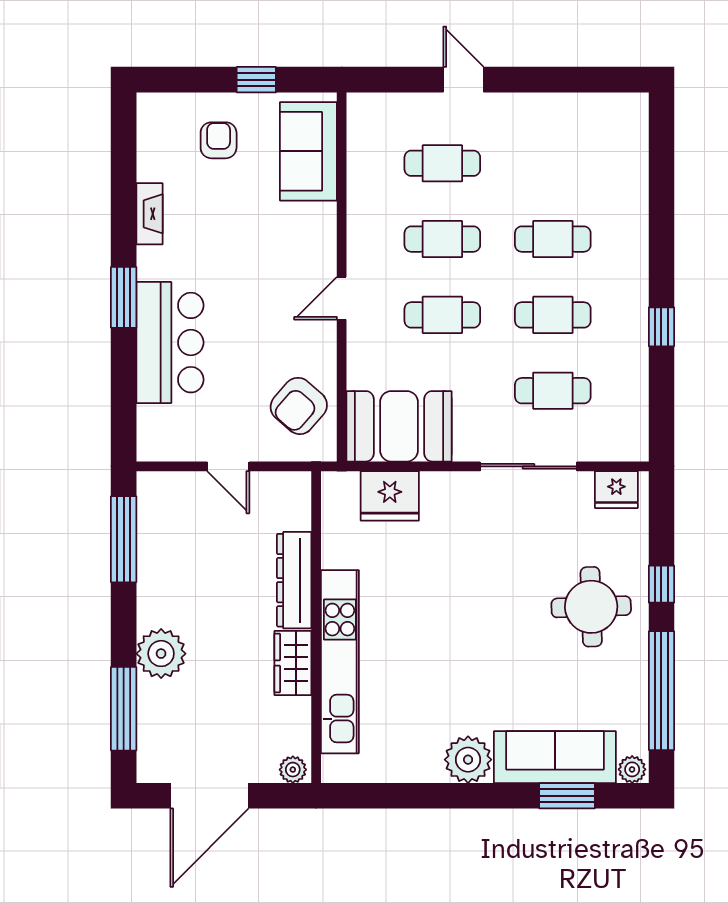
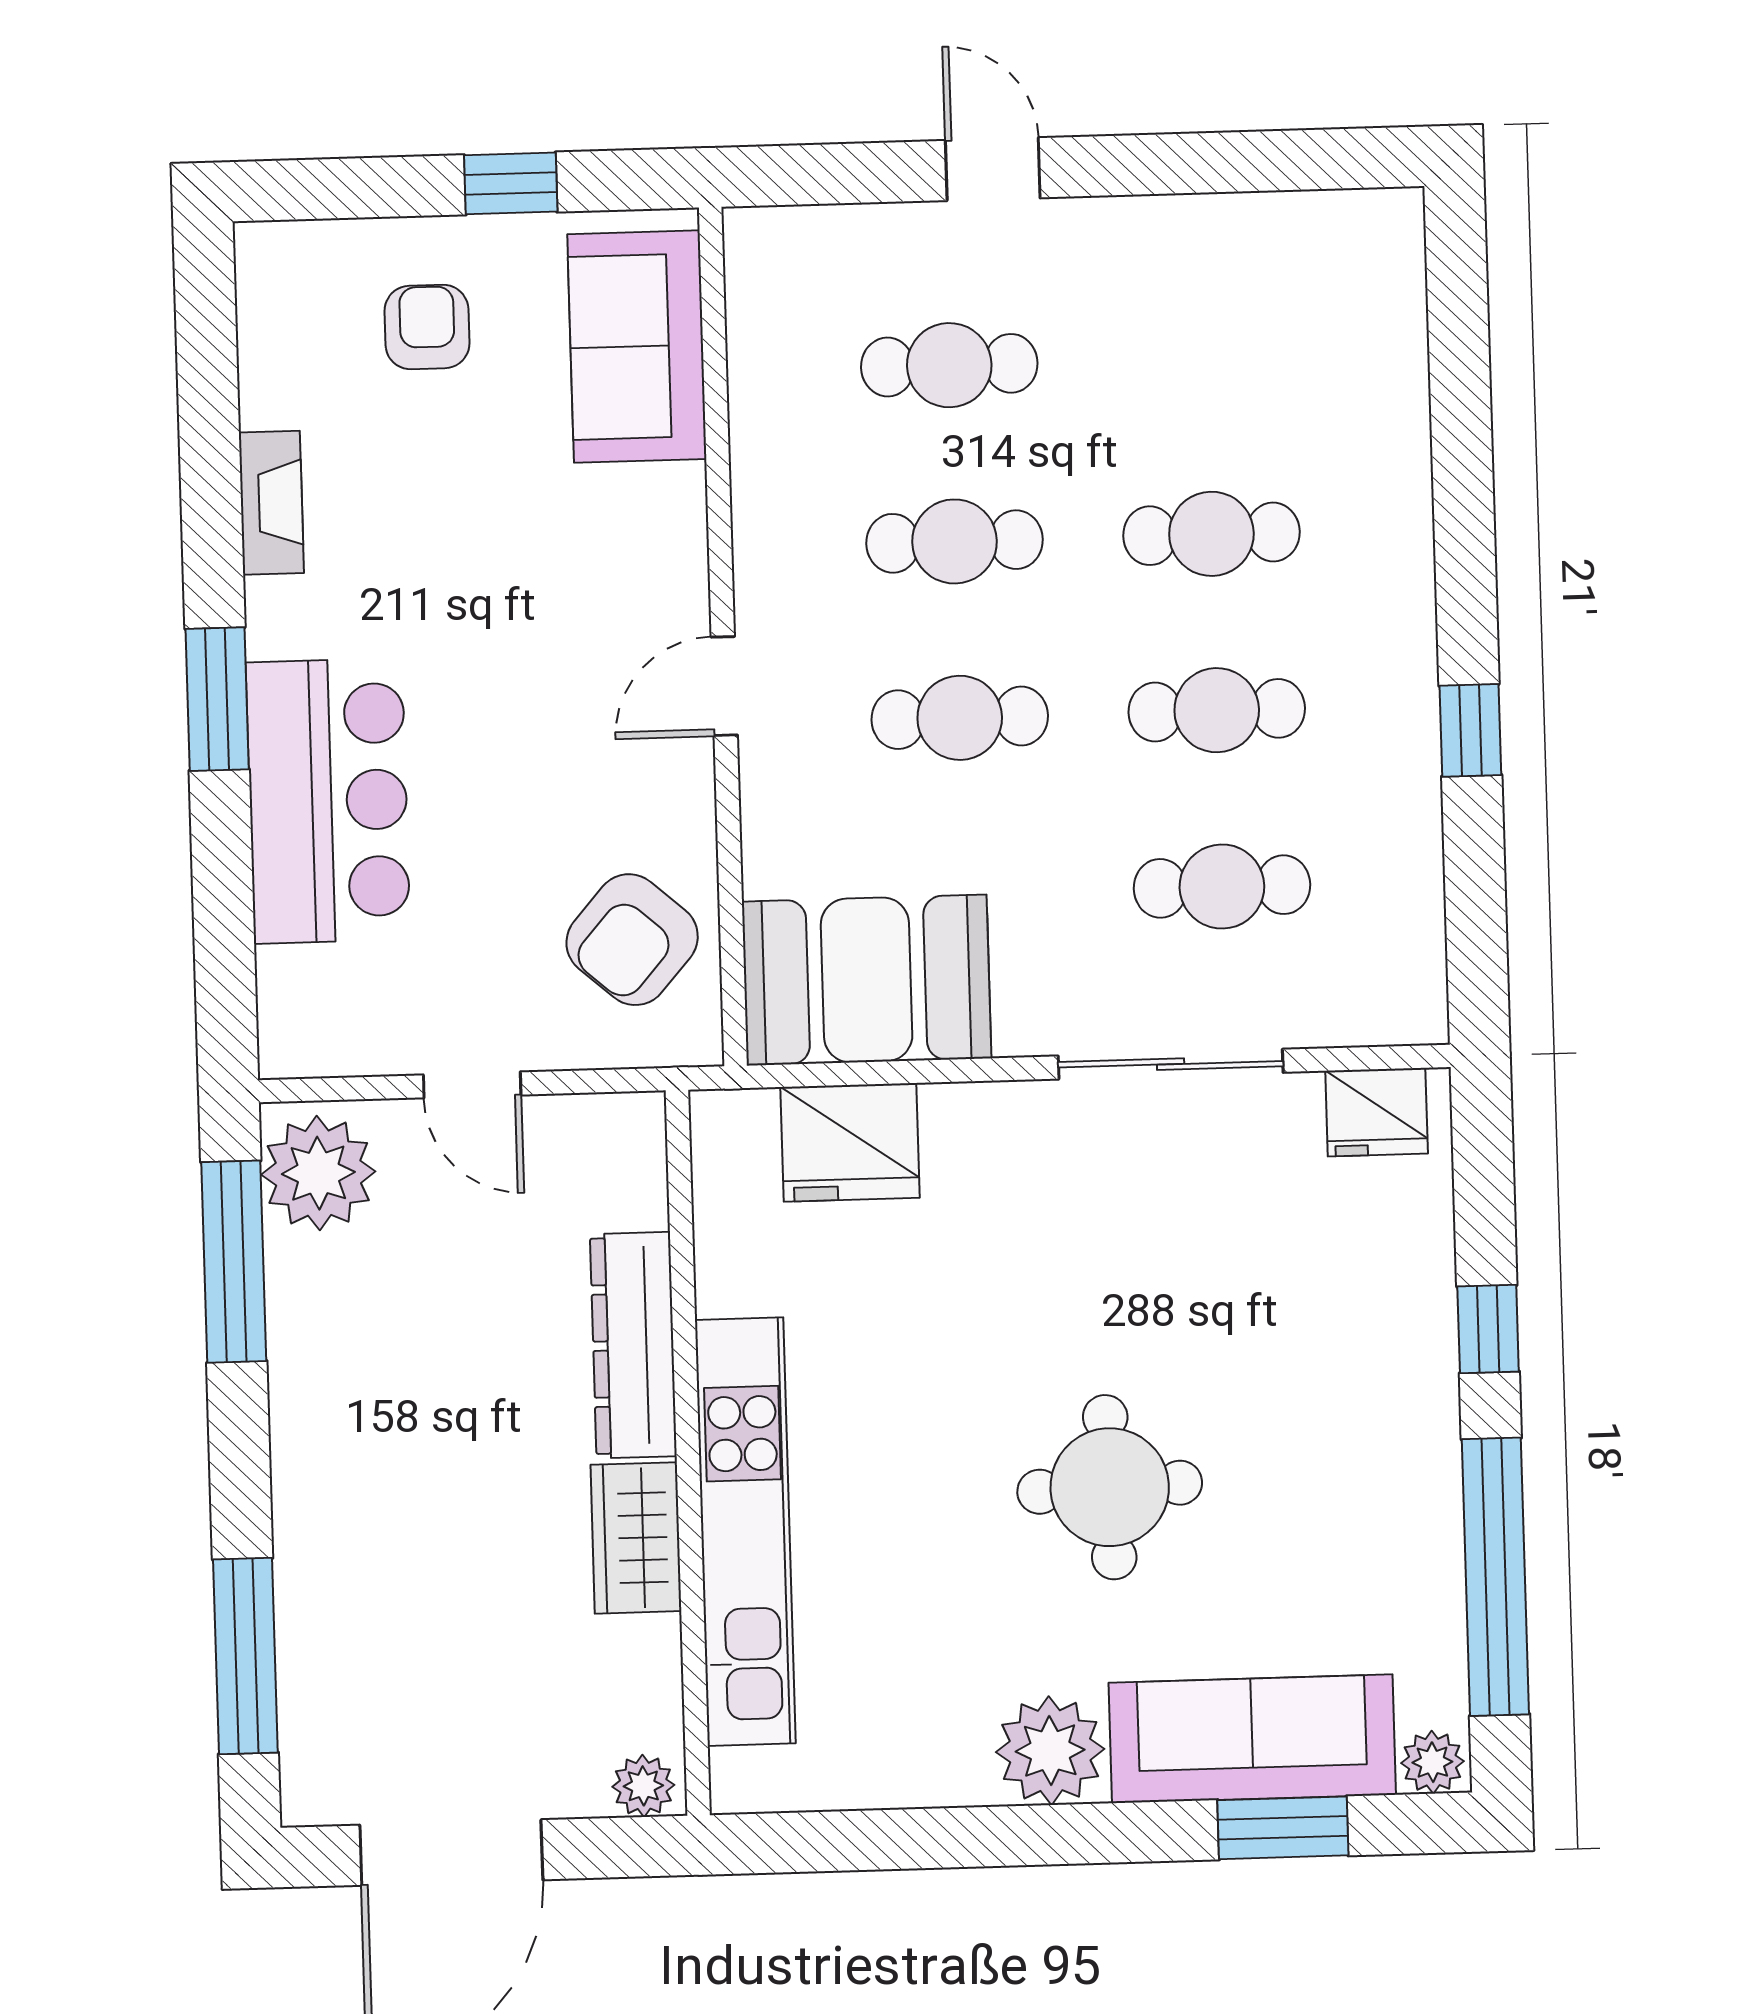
round table: (591, 607) -> (1110, 1487), moved
plant: (161, 654) -> (318, 1173), moved

